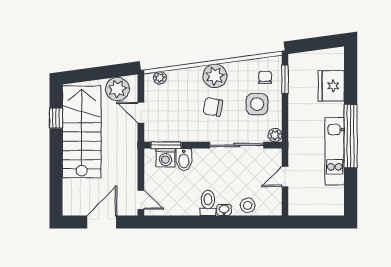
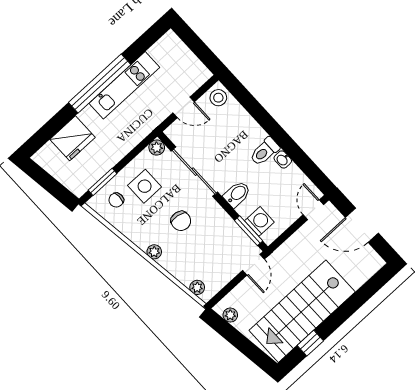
plant: (215, 76) -> (154, 252), width x0.53, depth x0.53
plant: (117, 89) -> (230, 315), width x0.53, depth x0.53
door: (141, 113) -> (253, 265), moved
bidet: (184, 159) -> (237, 194), moved
stool: (248, 205) -> (218, 98), moved
washbasin: (224, 210) -> (283, 159), moved

